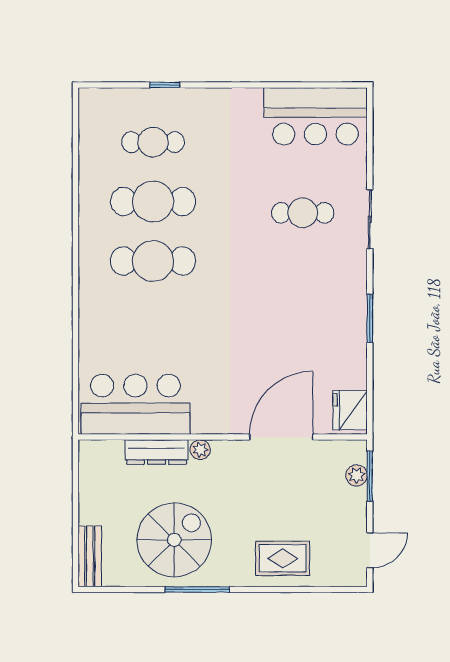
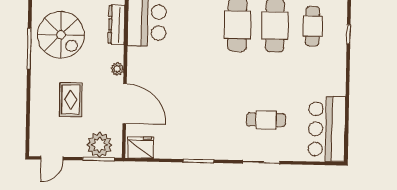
cafe table: (303, 213) -> (266, 120), turned 90
plant: (200, 450) -> (117, 69), moved
plant: (357, 475) -> (100, 145), width x1.87, depth x1.87
door: (370, 550) -> (52, 158), hinge flipped
rug: (283, 558) -> (71, 100), moved

